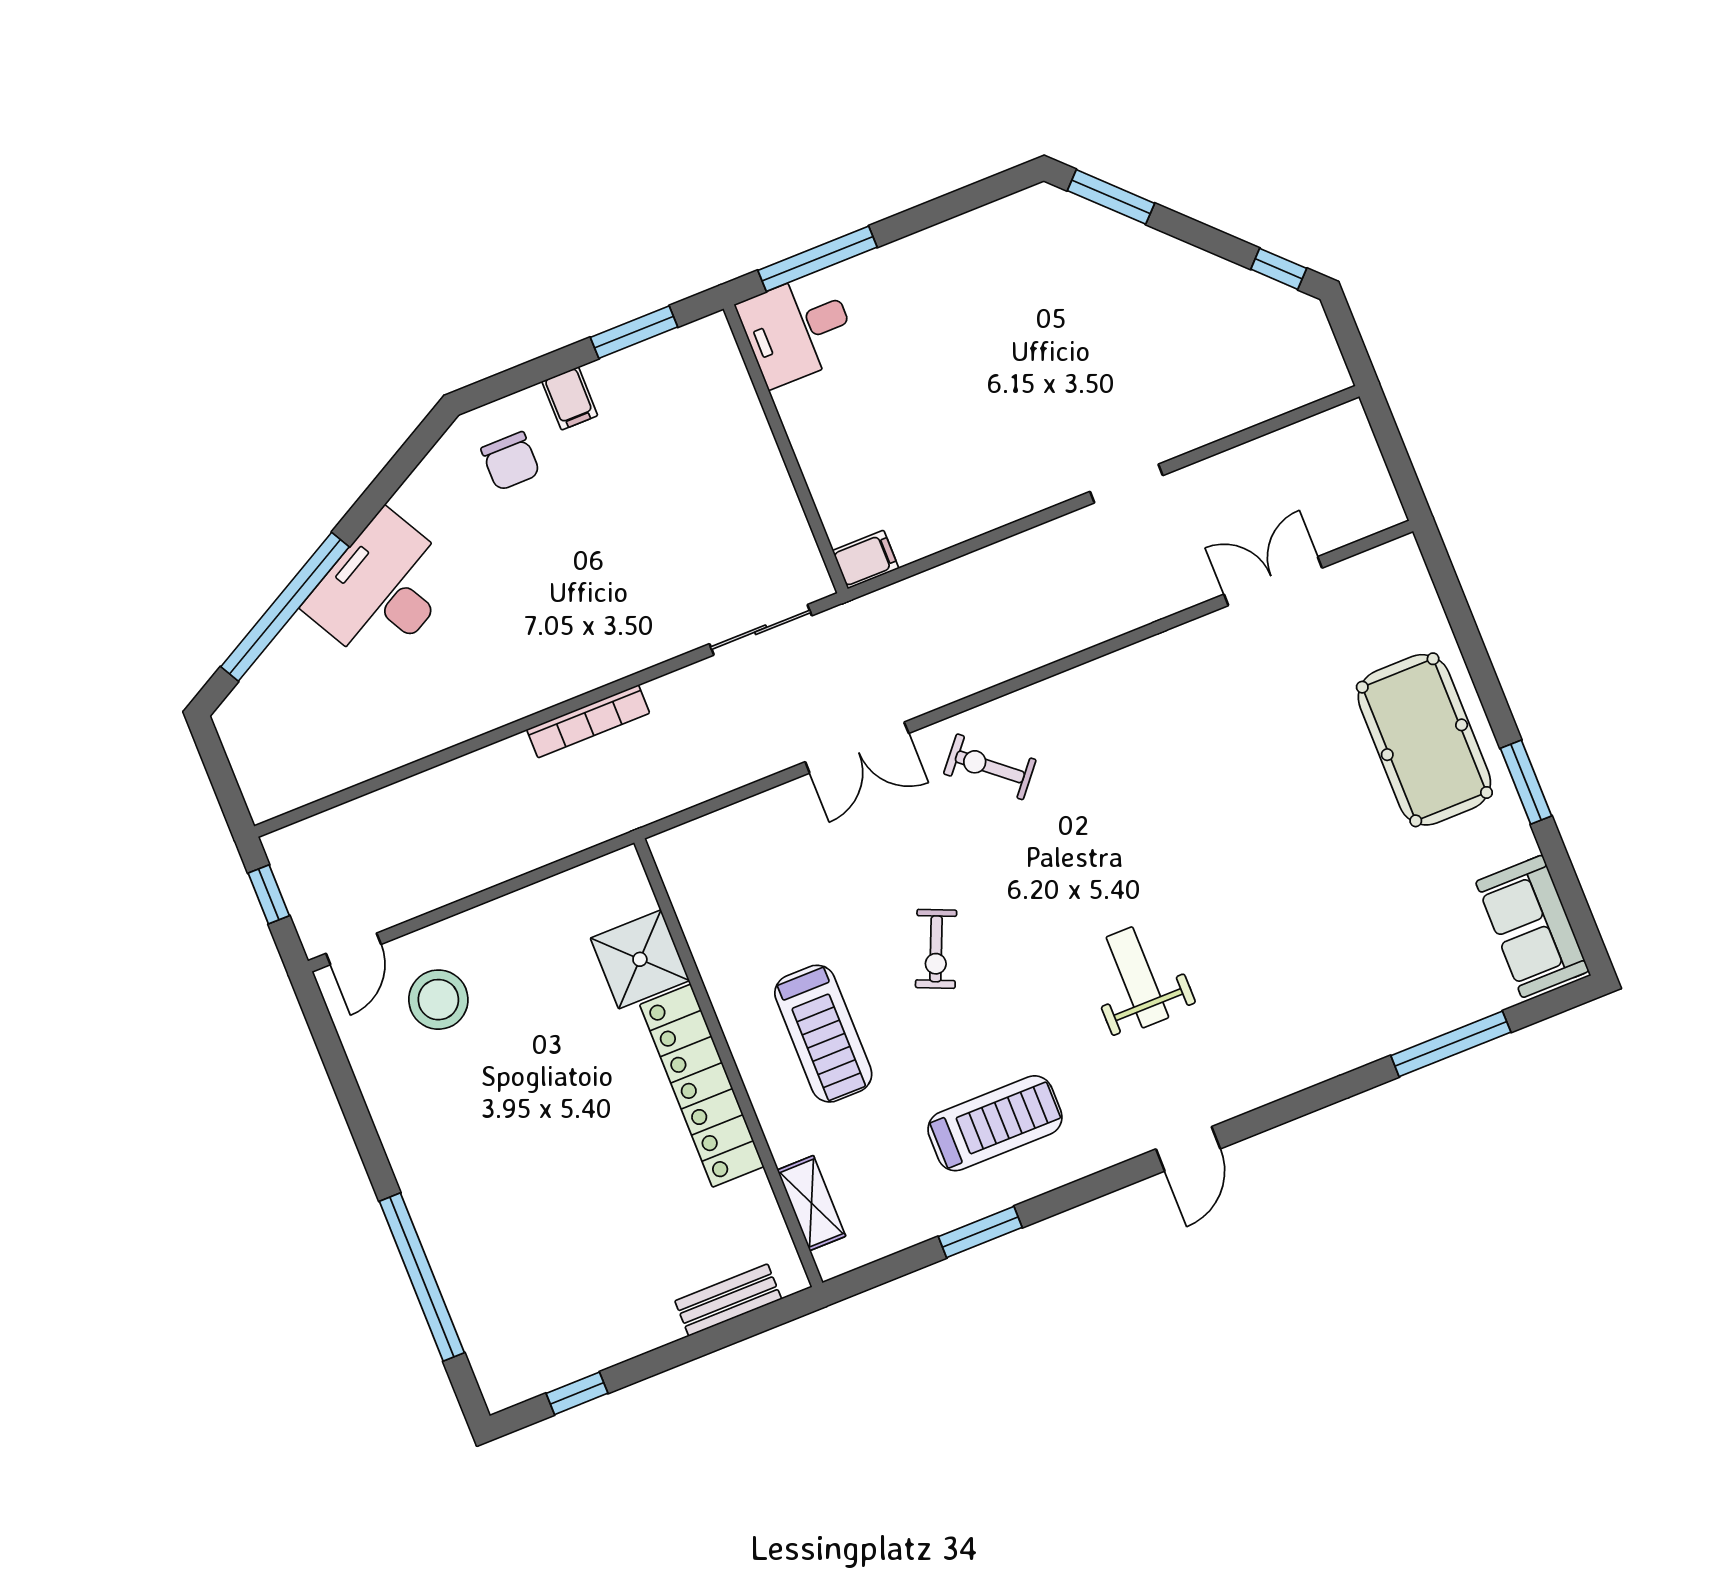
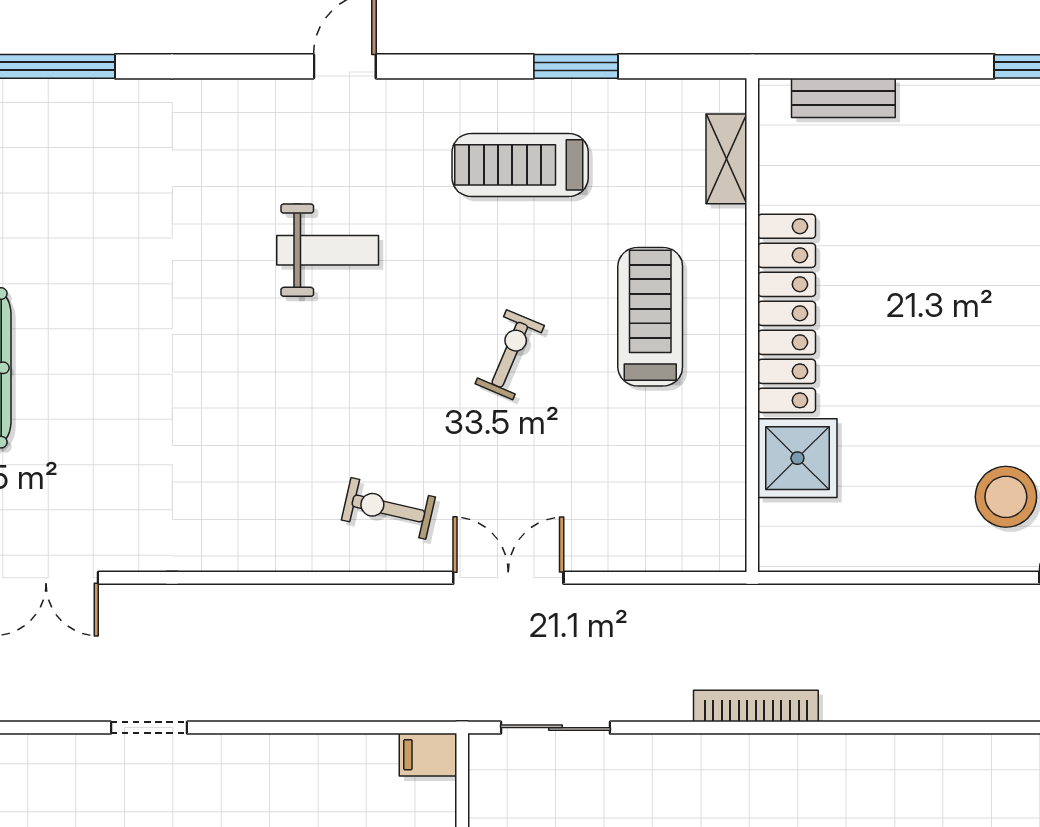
exercise bike: (990, 767) -> (388, 508), turned 153
weight bench: (1137, 977) -> (328, 250), turned -90

